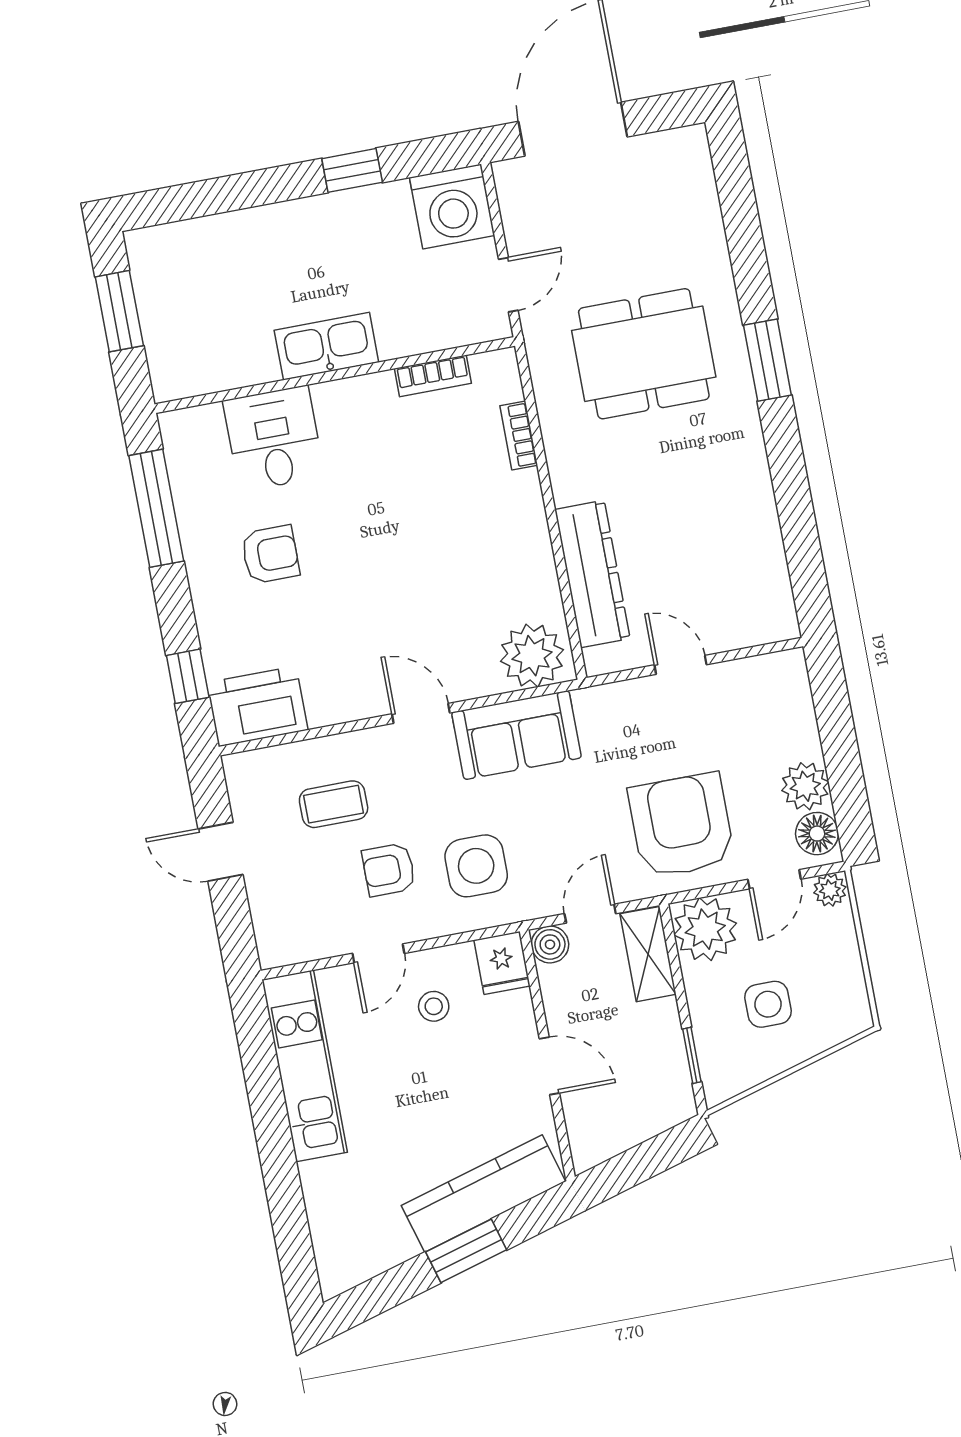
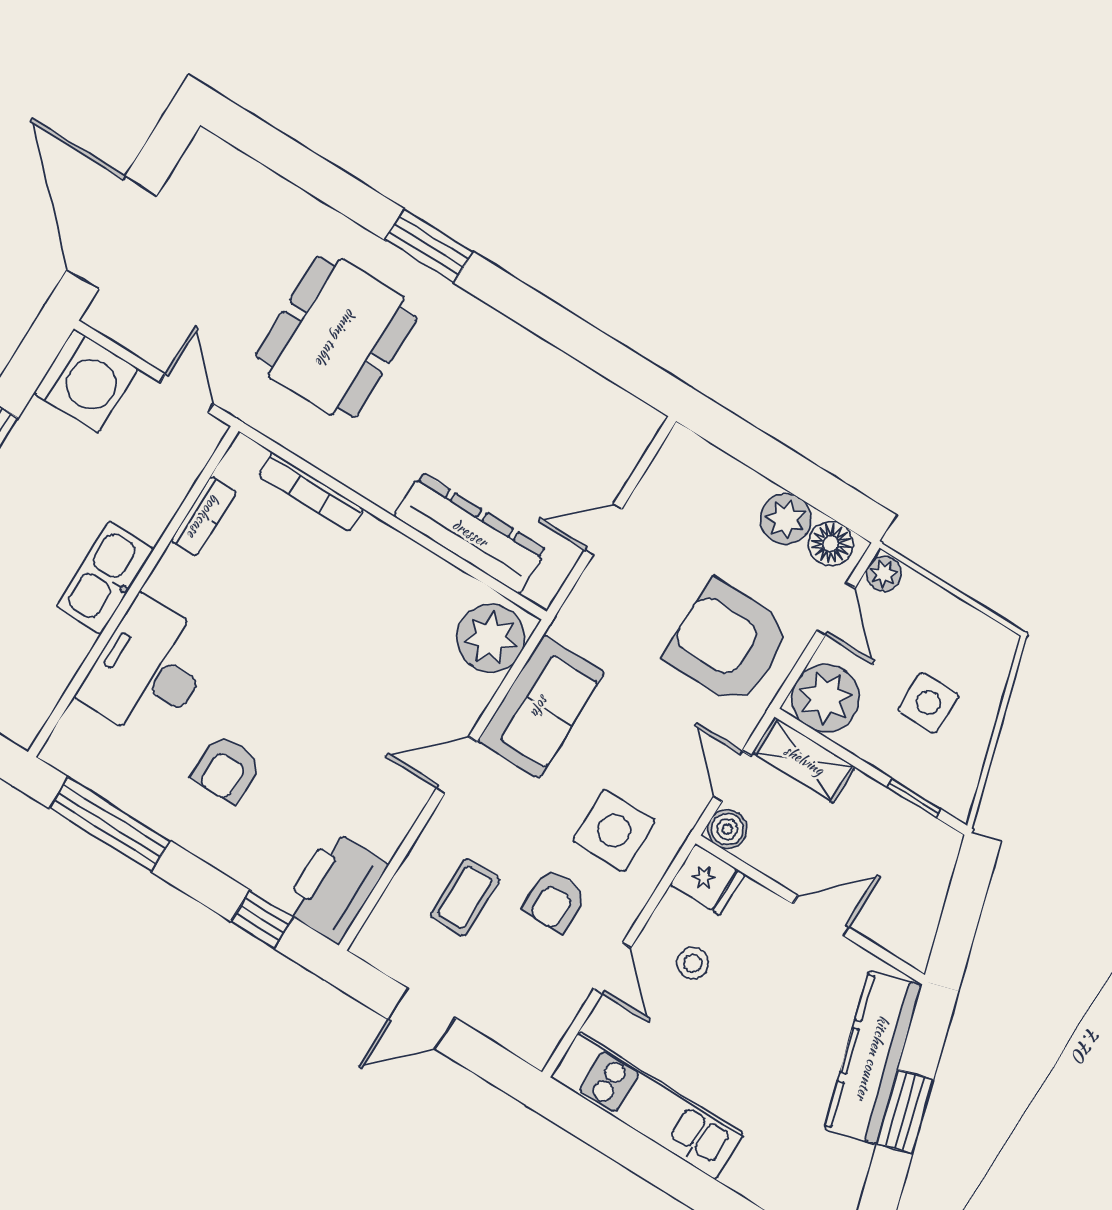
bookcase: (519, 436) -> (311, 492), width x1.56
desk: (274, 439) -> (148, 670), width x1.37
armchair: (270, 554) -> (227, 769), turned 180

